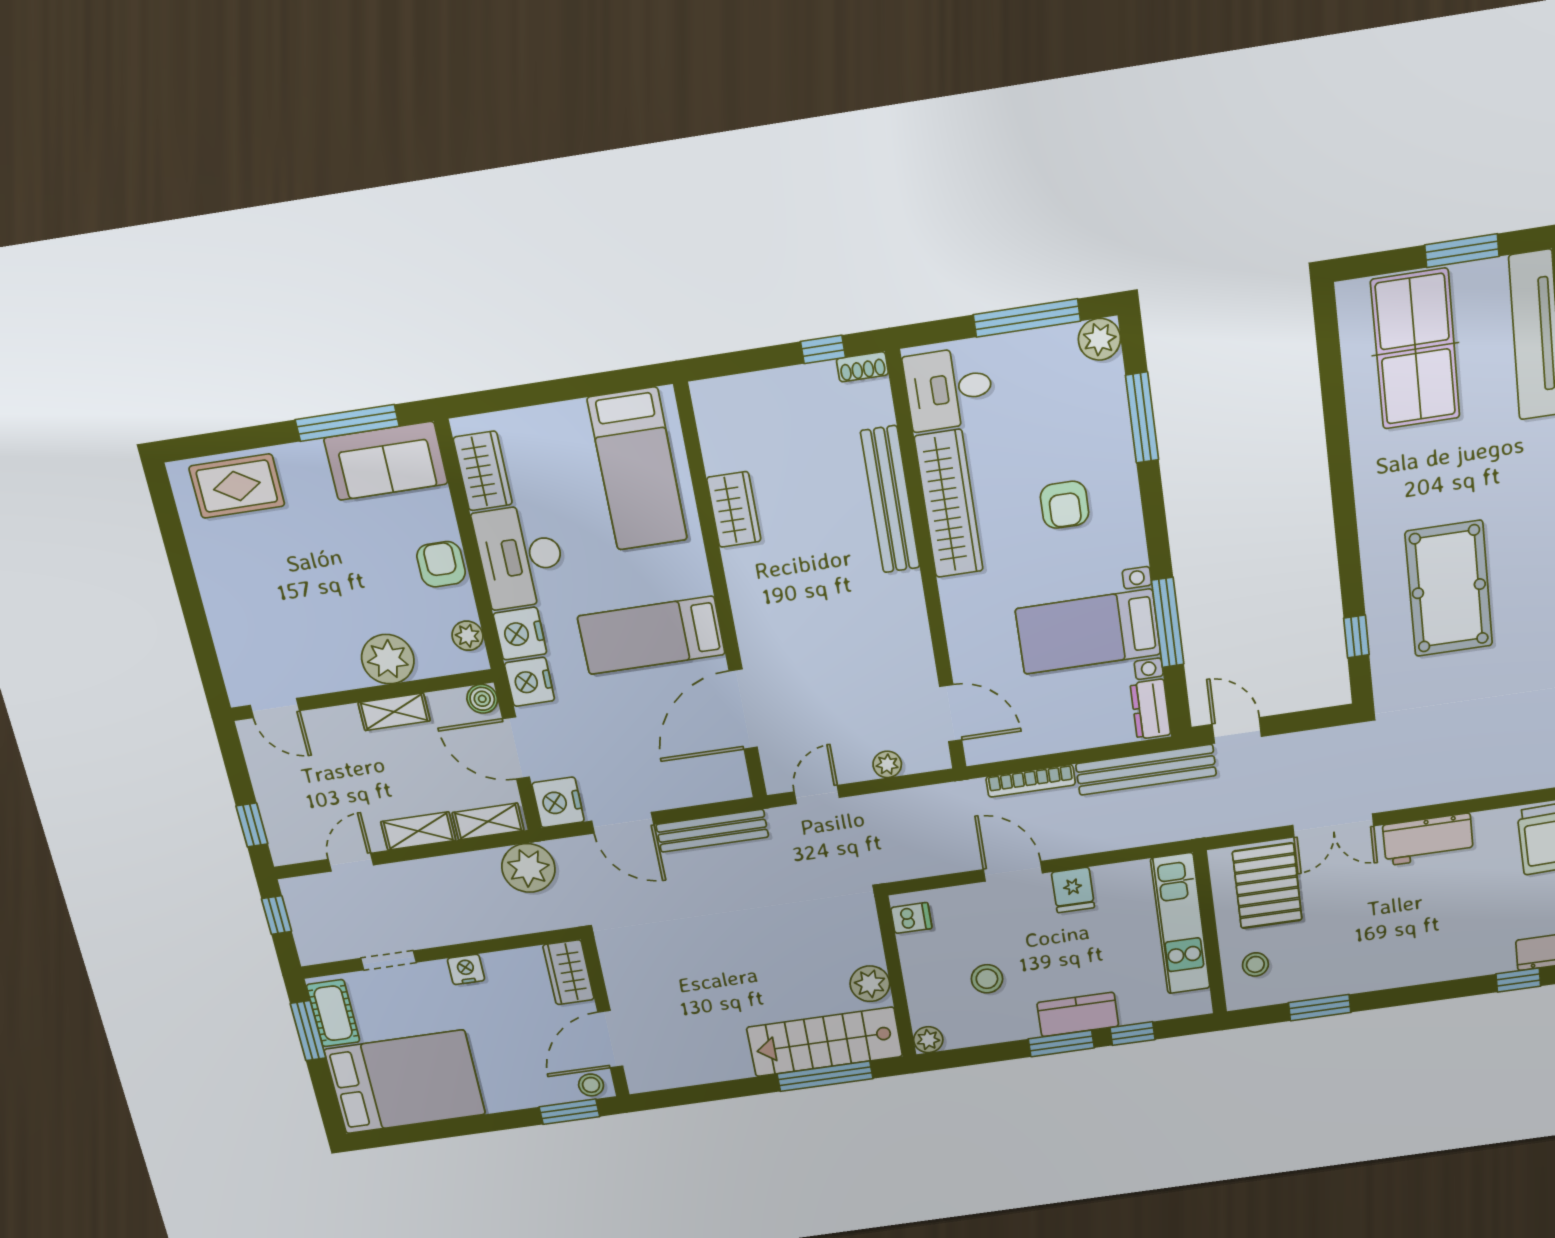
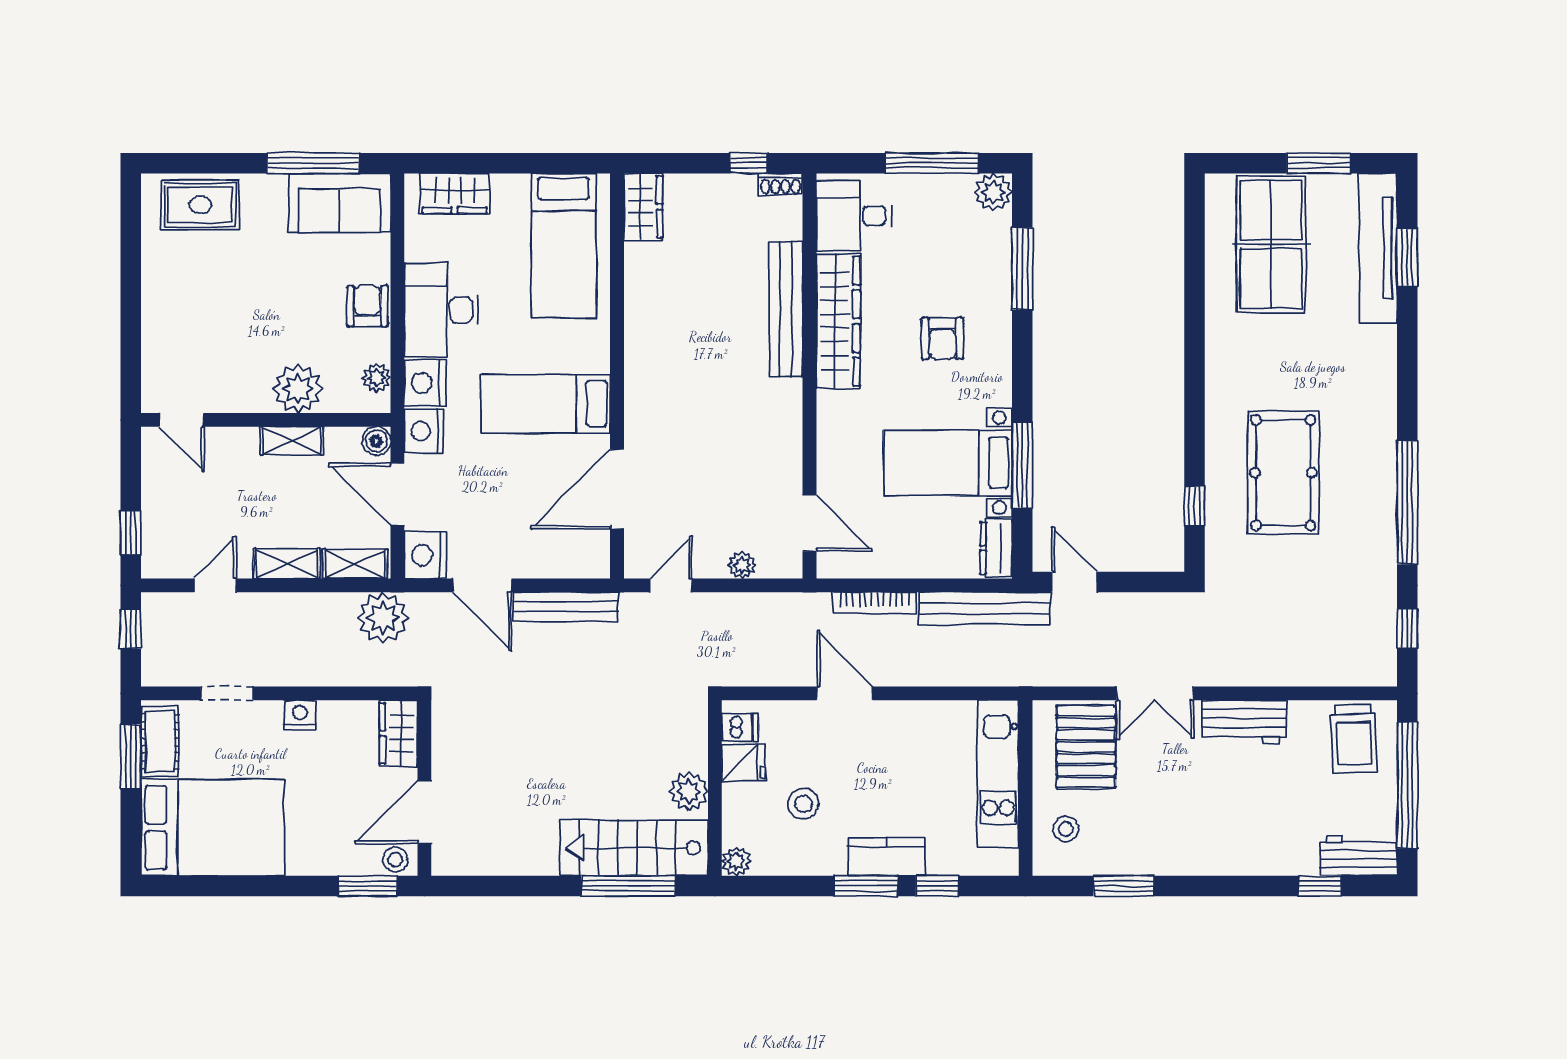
wardrobe: (483, 471) -> (455, 193), moved, turned 90
wardrobe: (734, 509) -> (643, 207), moved
fridge: (1073, 890) -> (744, 763), moved, turned -90

